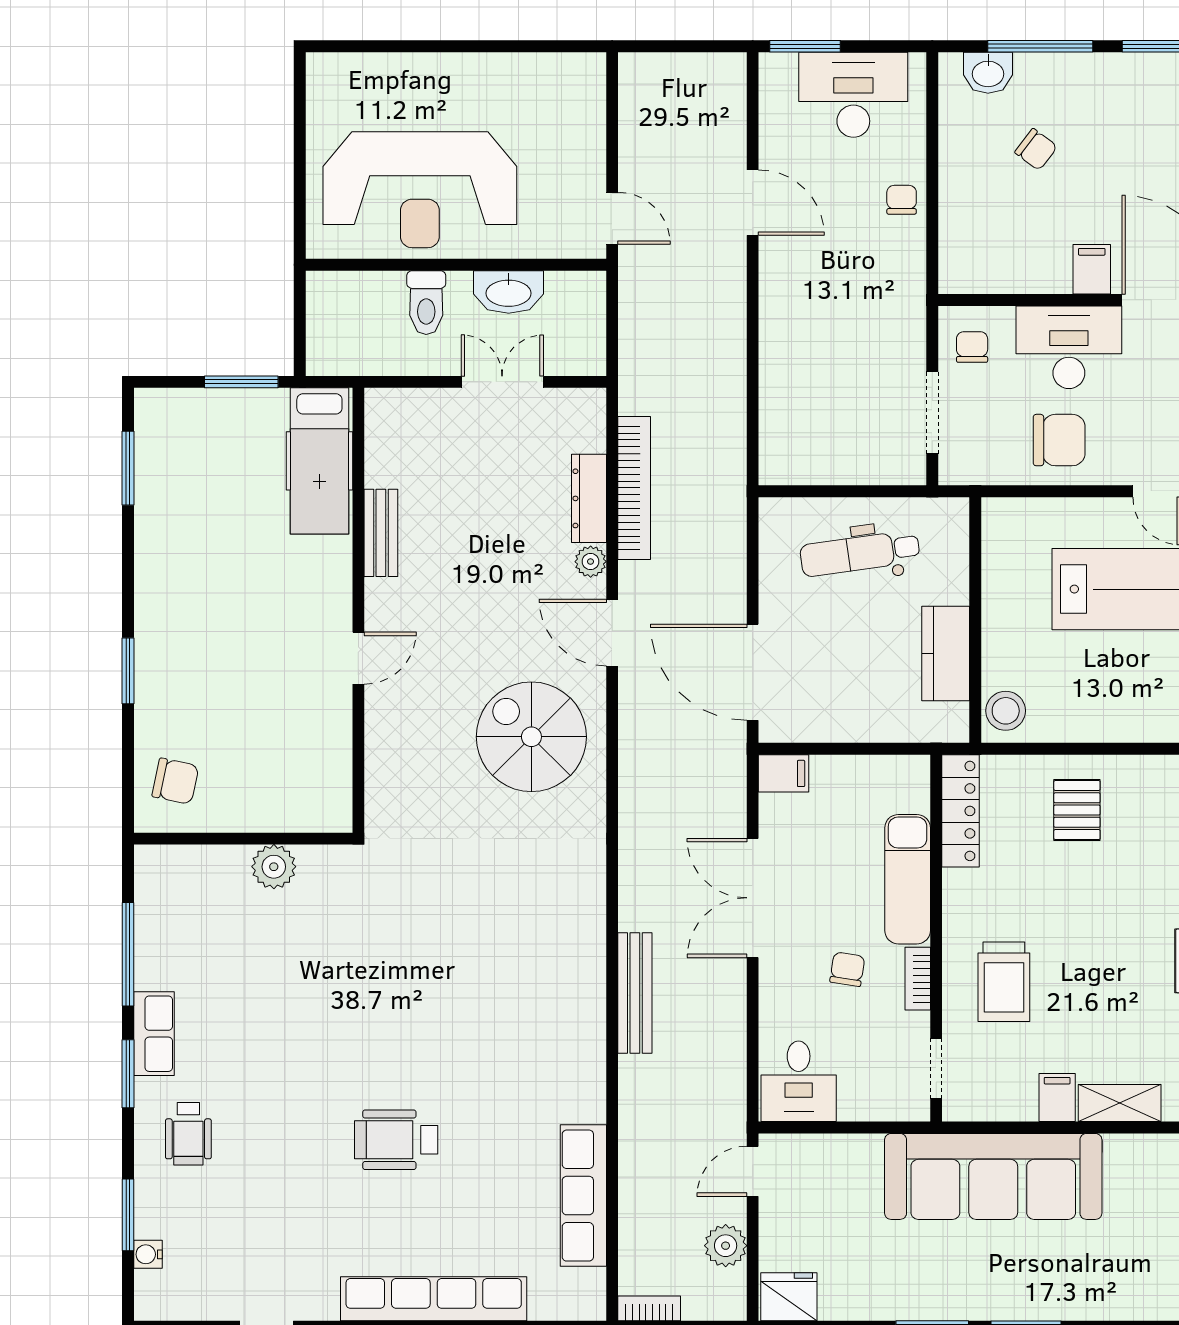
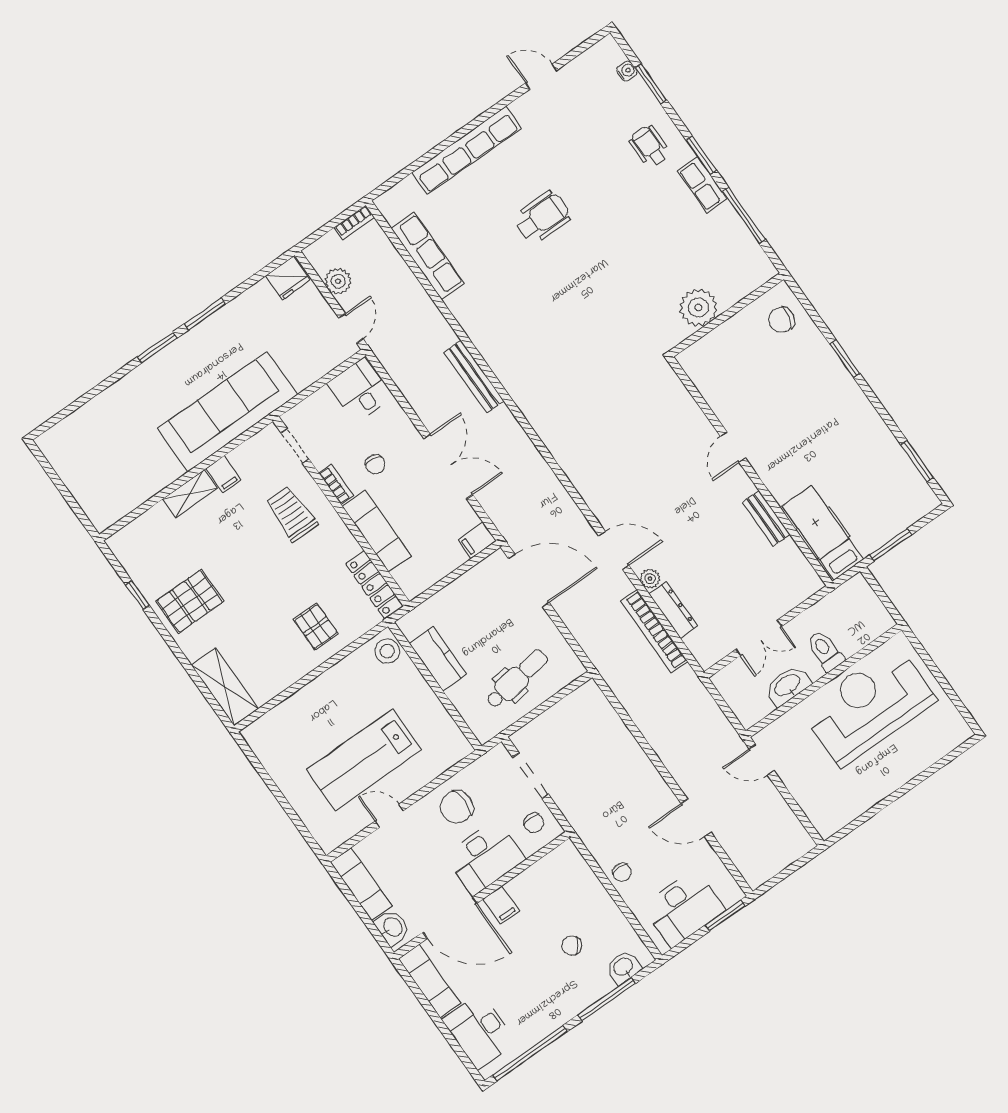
spiral stairs: (531, 737) -> (617, 469), removed
plant: (274, 867) -> (698, 308), width x1.36, depth x1.36

